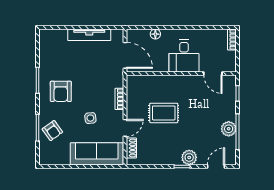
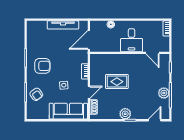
door: (125, 55) -> (89, 40), swing flipped
armchair: (61, 91) -> (42, 66), turned -90
plant: (189, 157) -> (125, 114), moved

